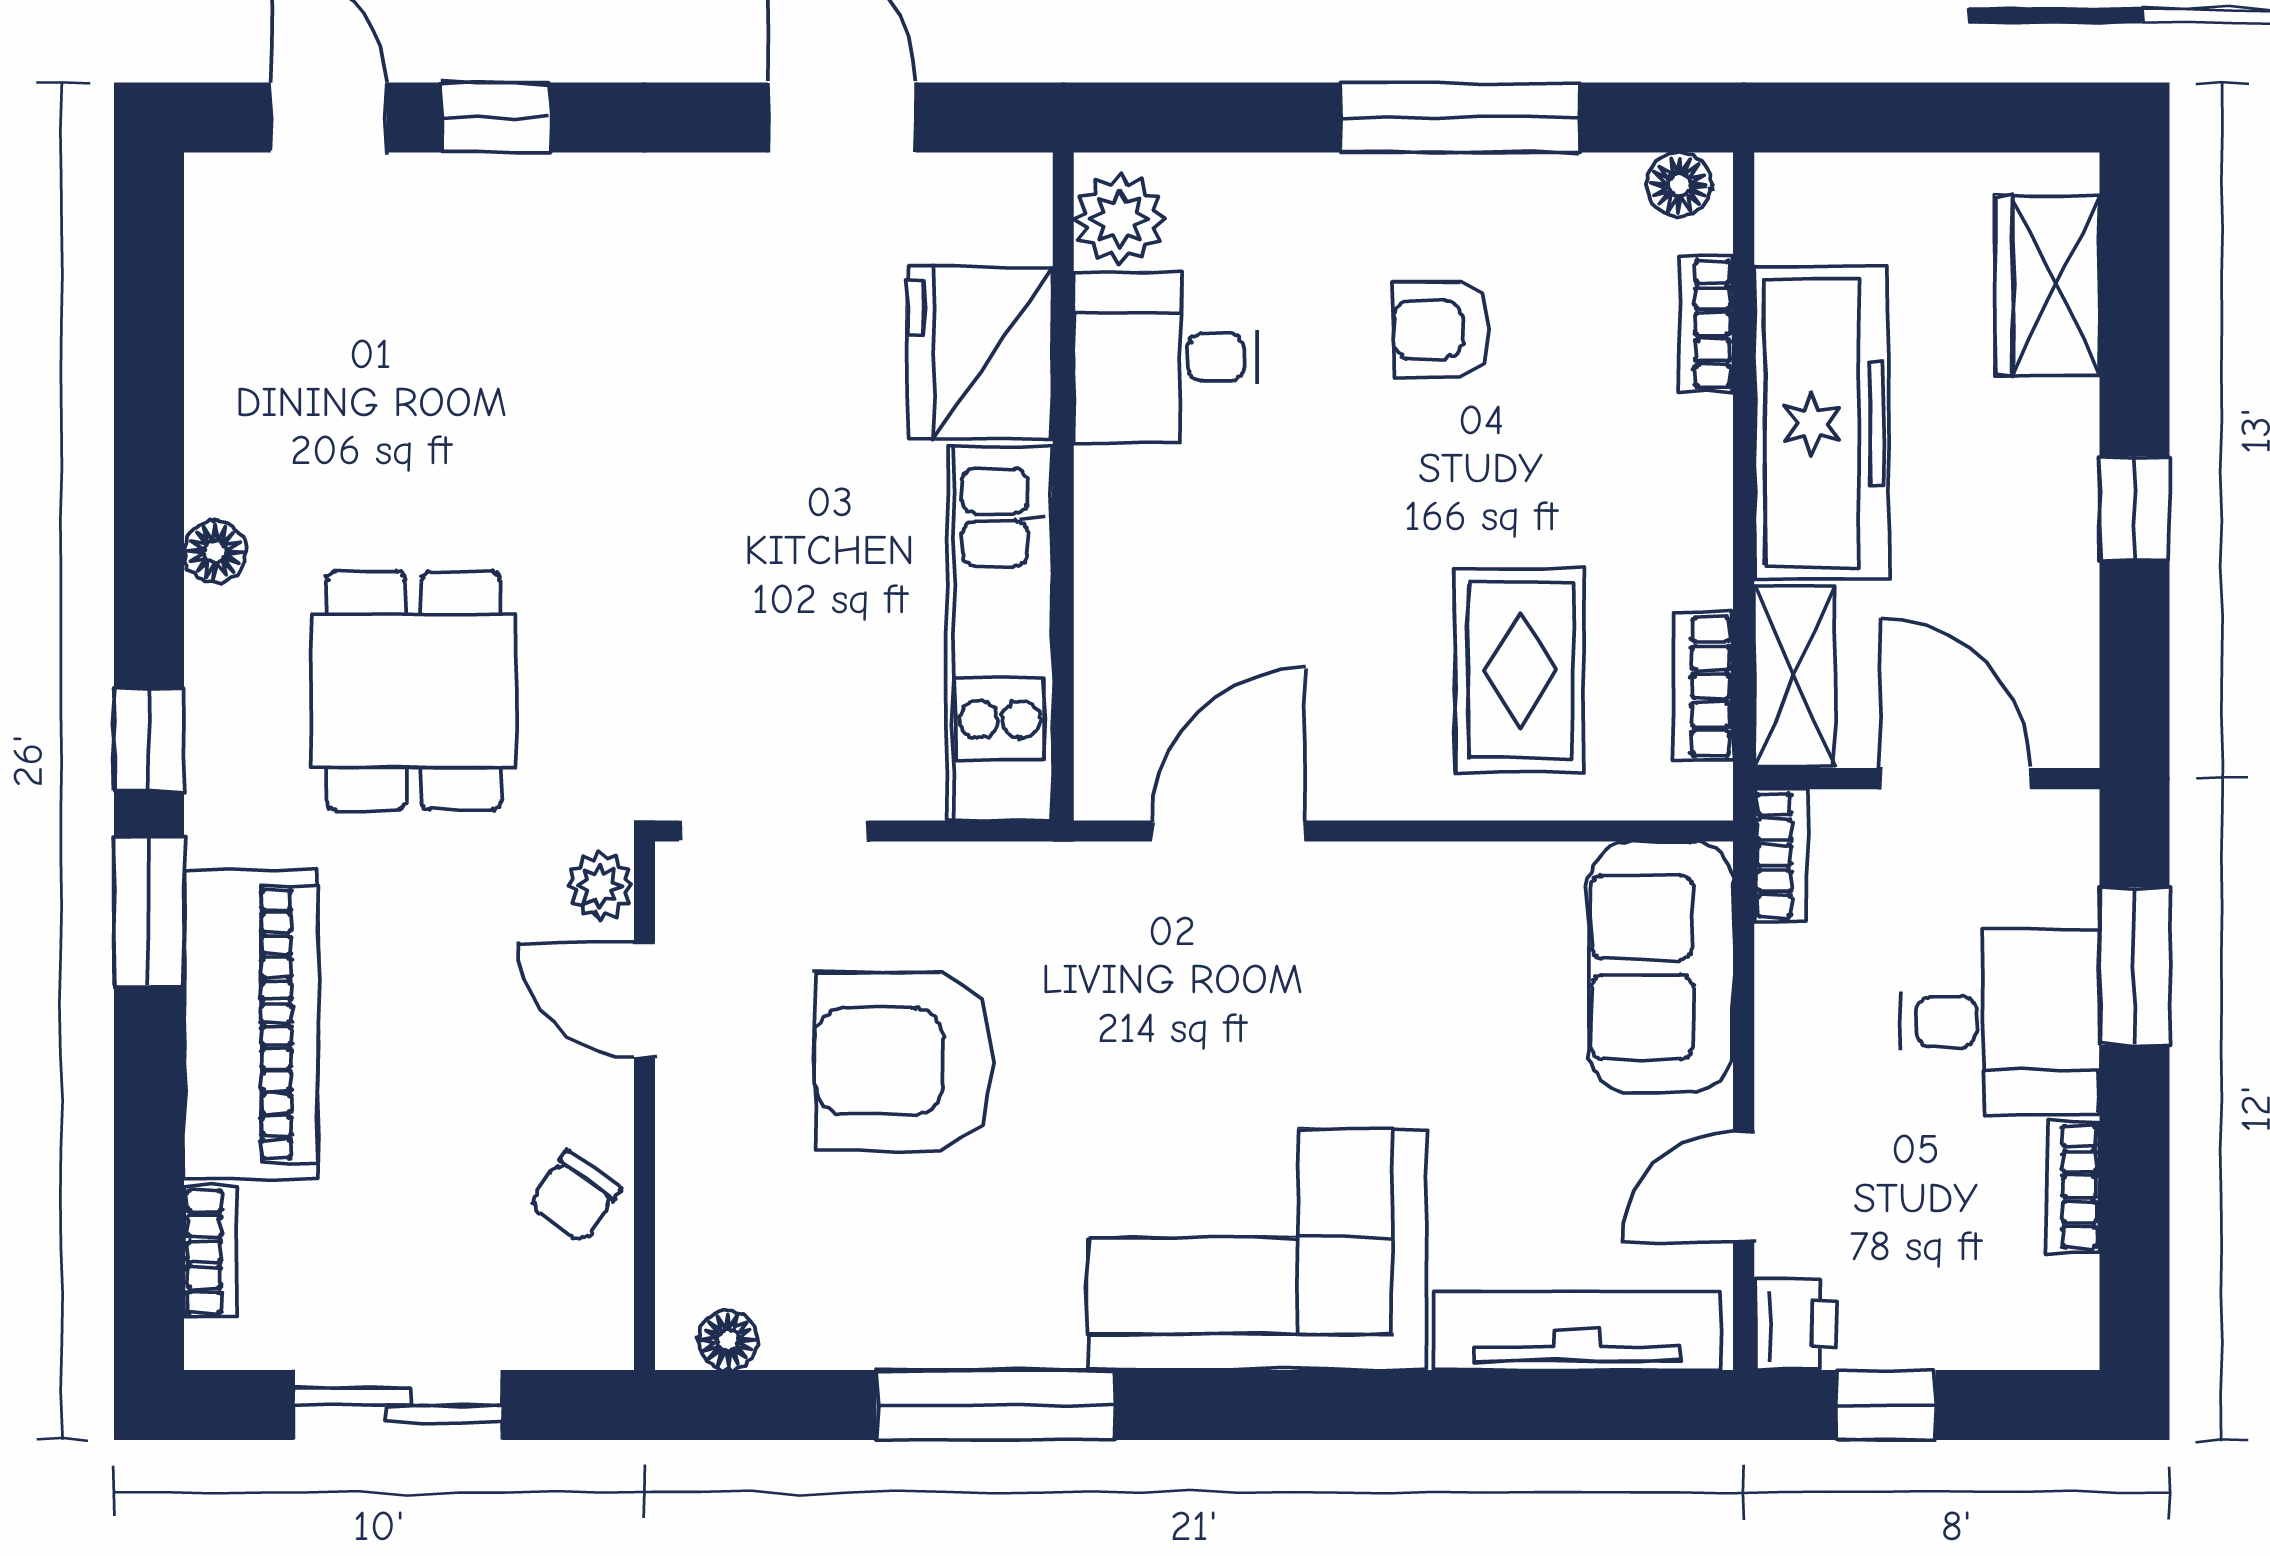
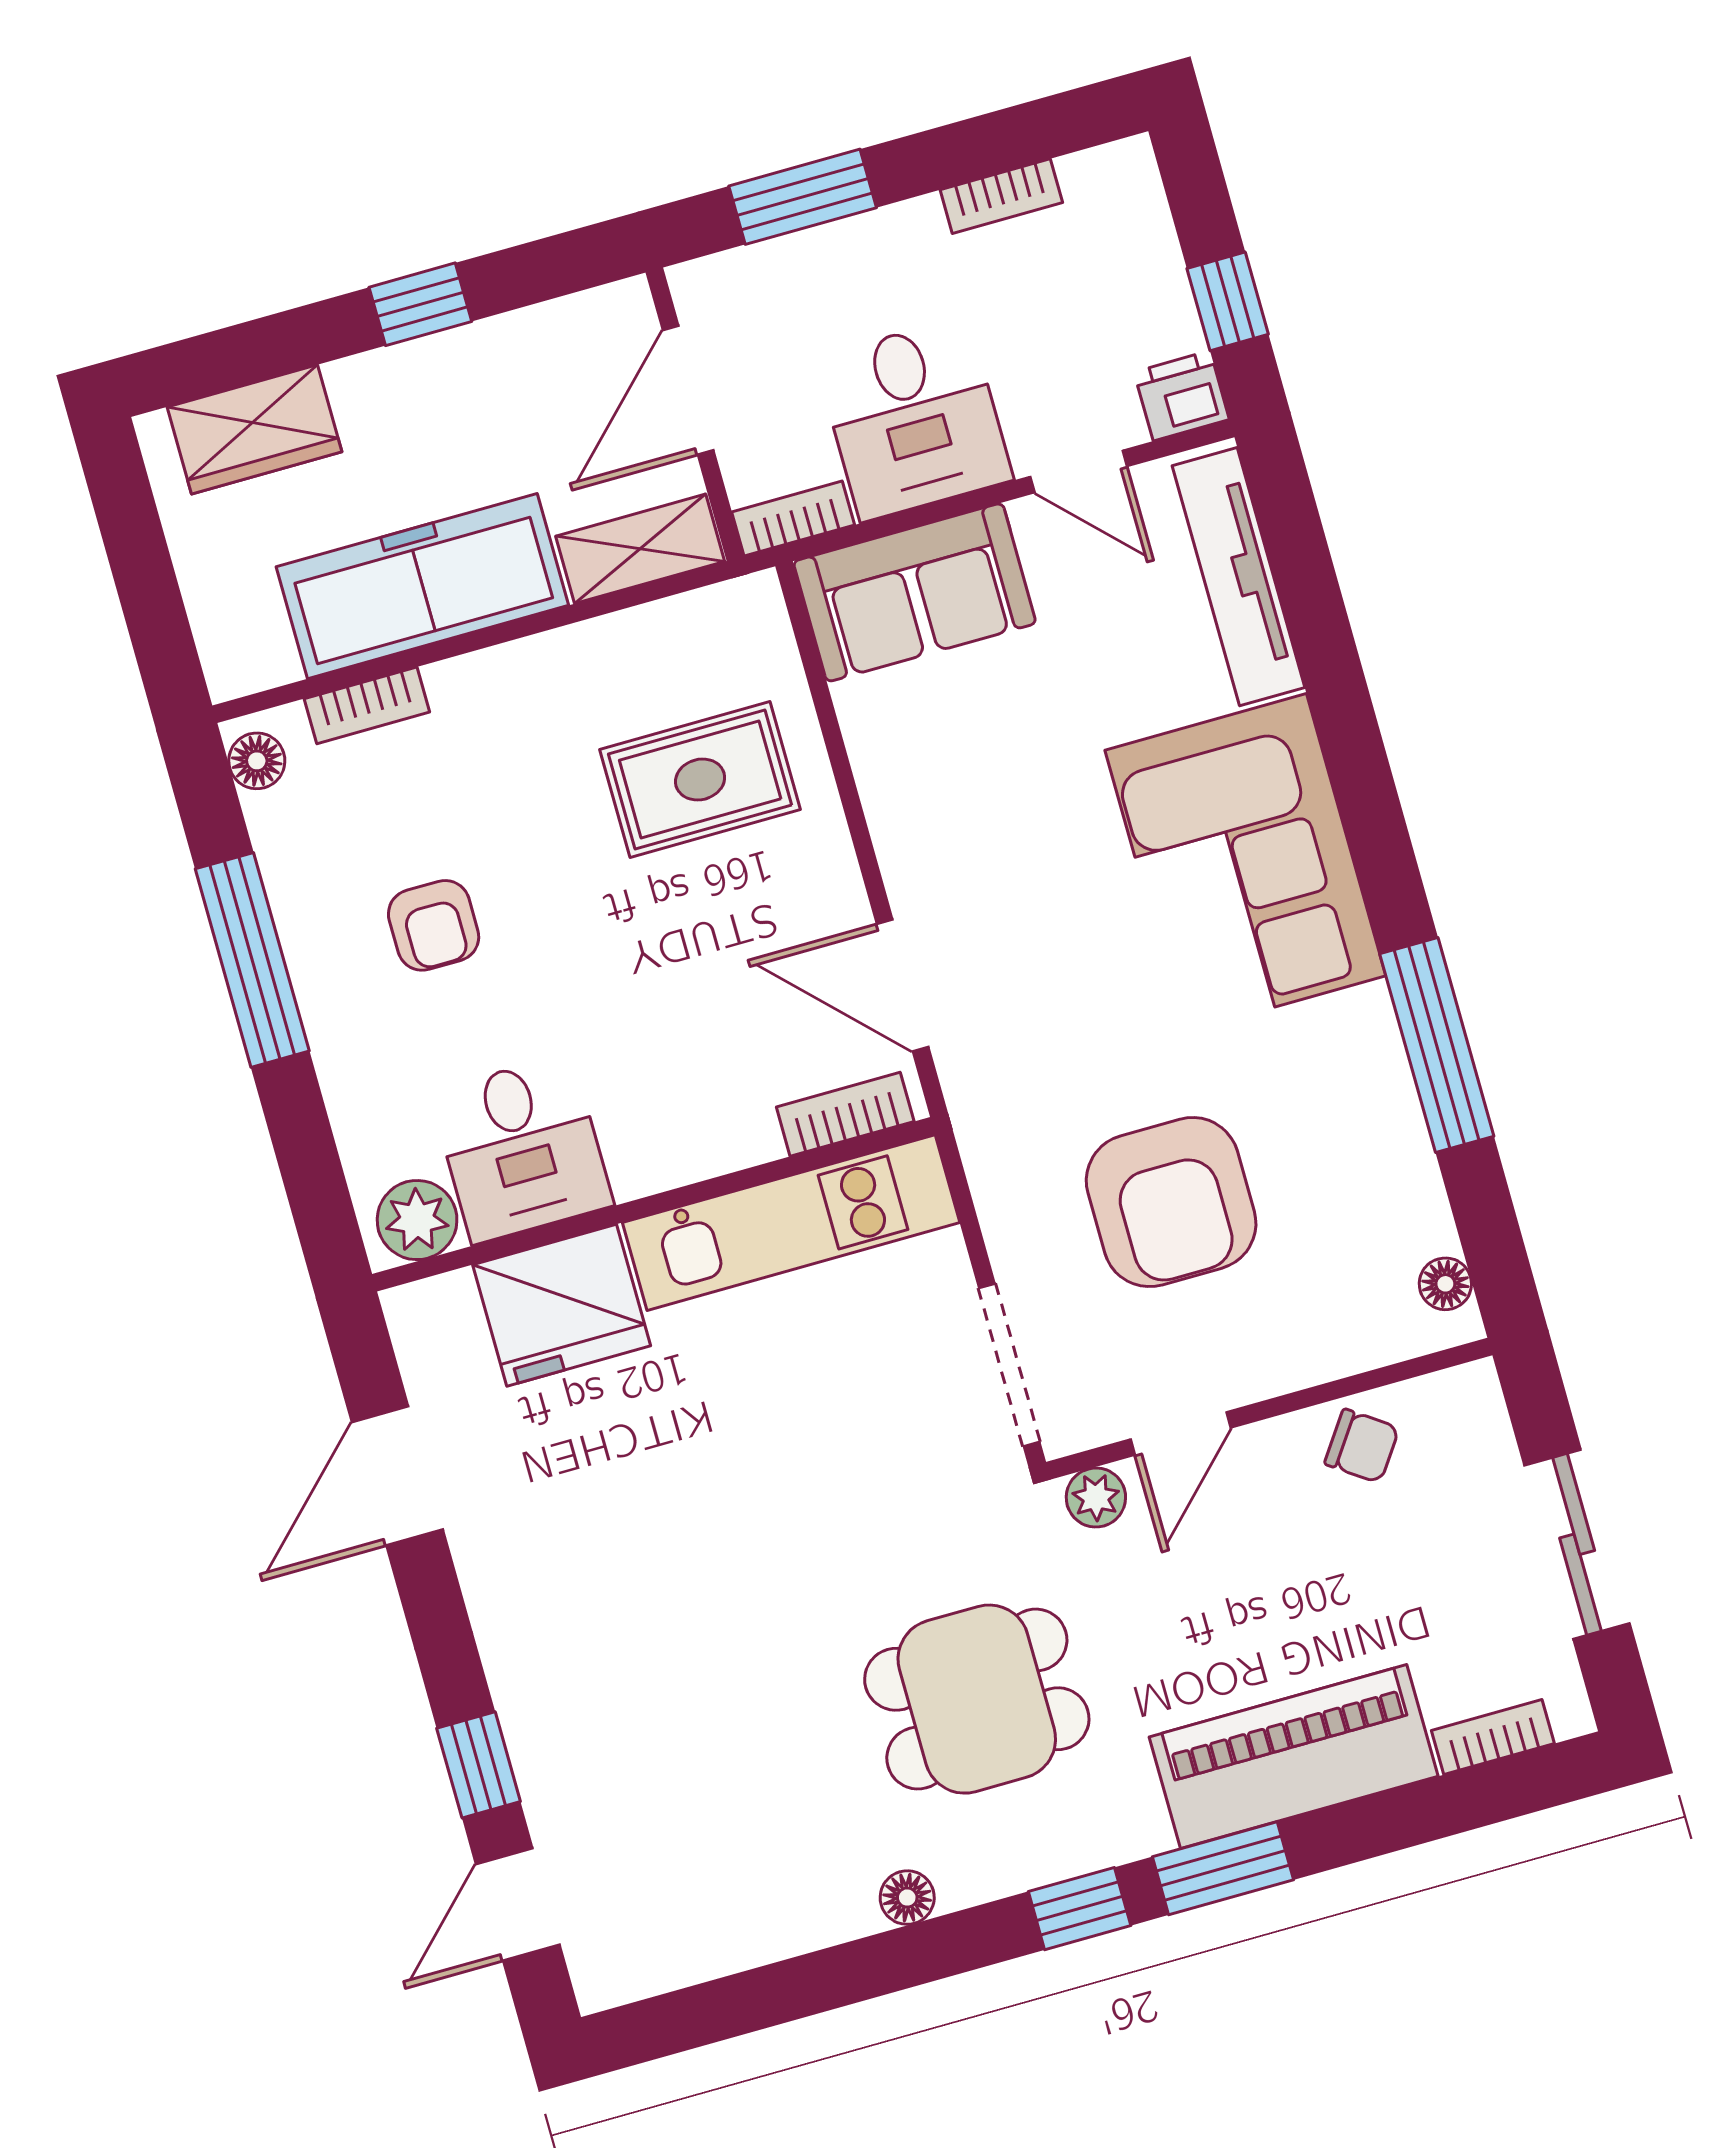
bookcase: (1704, 686) -> (845, 1114), moved, turned 180
desk: (2000, 1022) -> (914, 419), moved, turned 180

